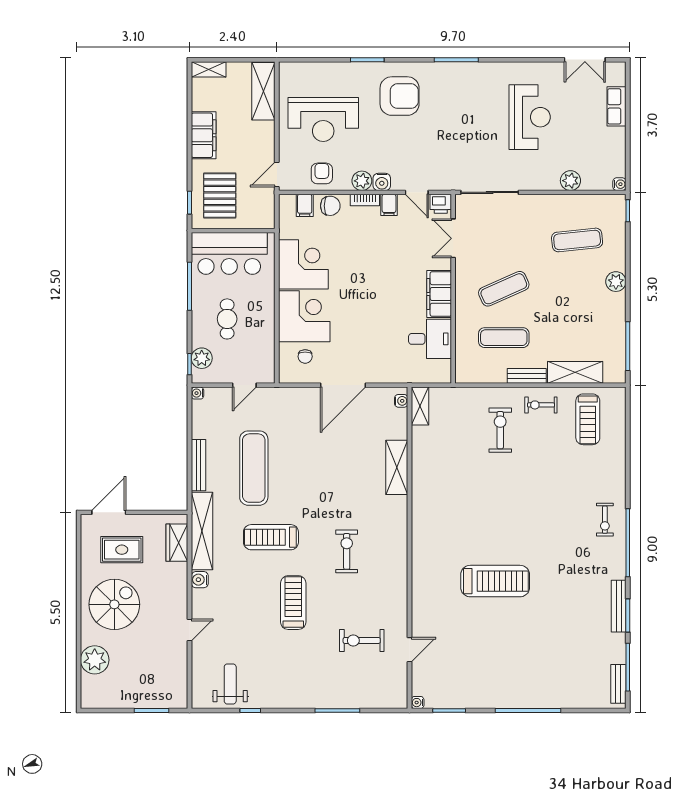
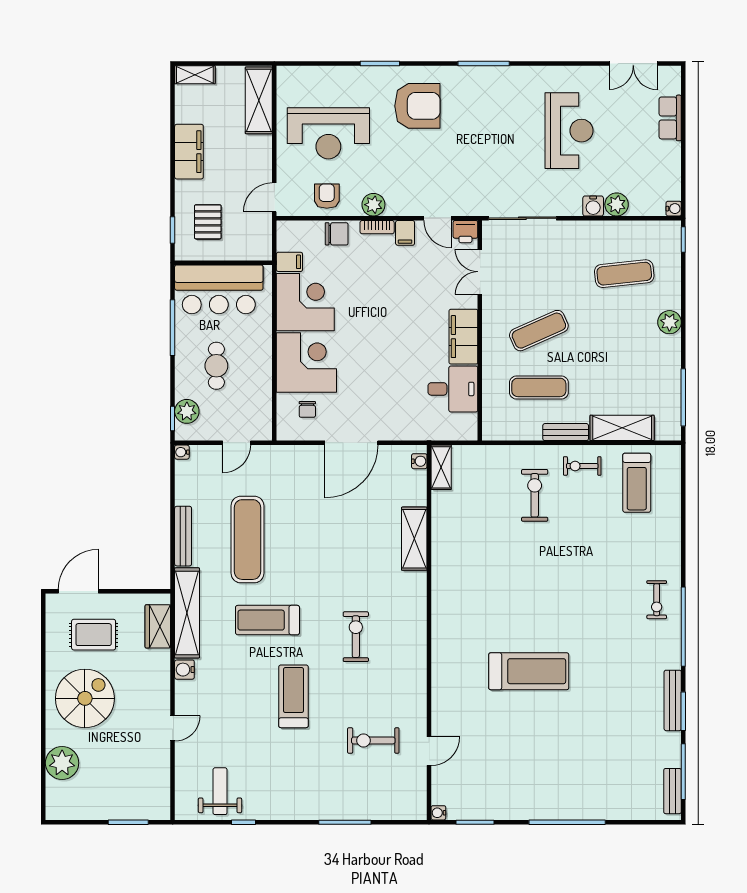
water cooler: (382, 182) -> (593, 206), moved
pallet: (220, 195) -> (208, 222), width x0.67, depth x0.71
filing cabinet: (305, 205) -> (289, 262), moved, turned -90

